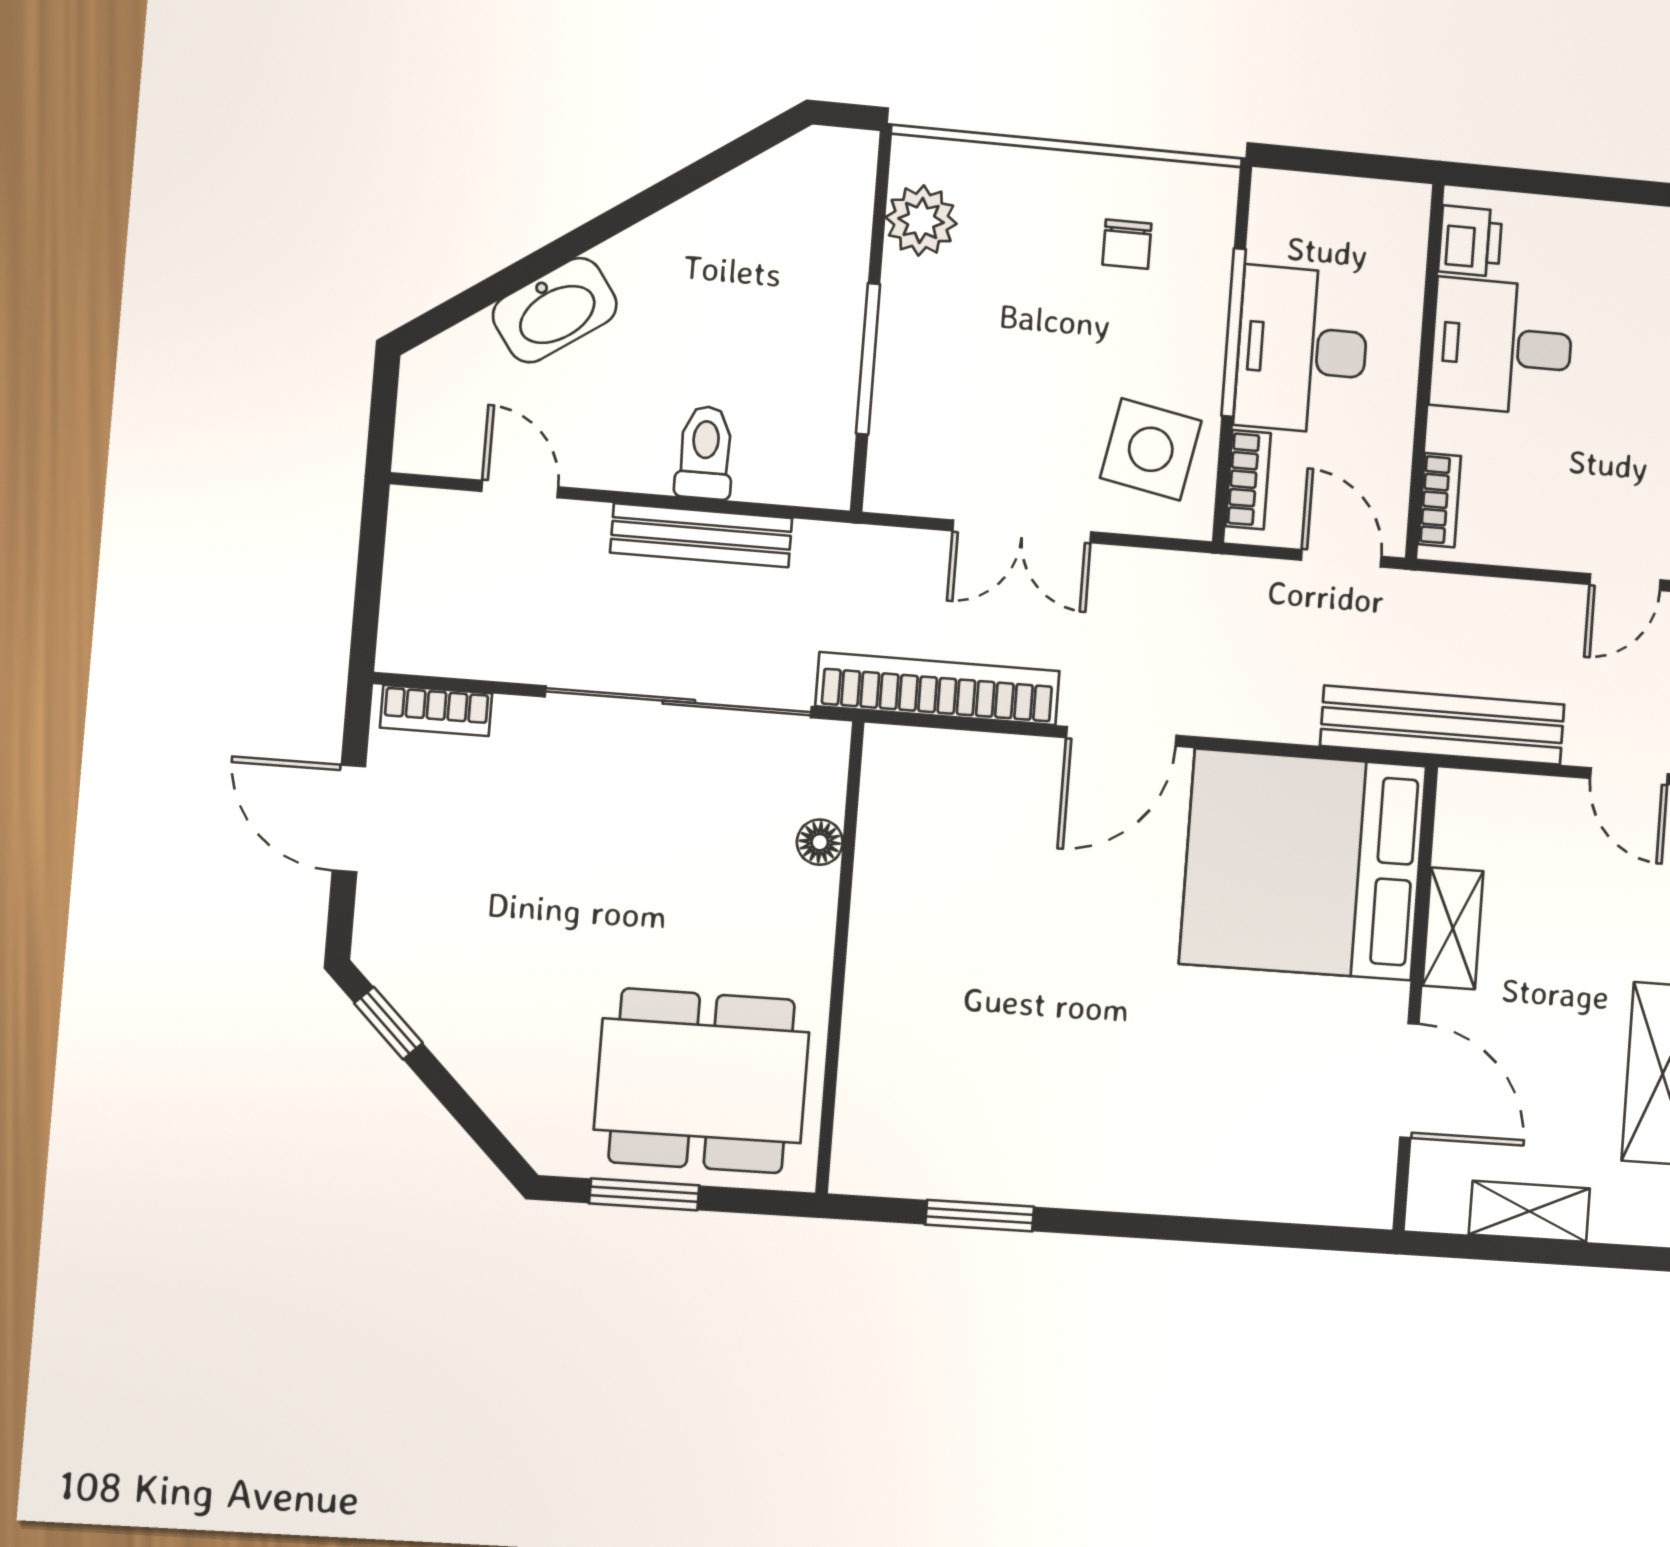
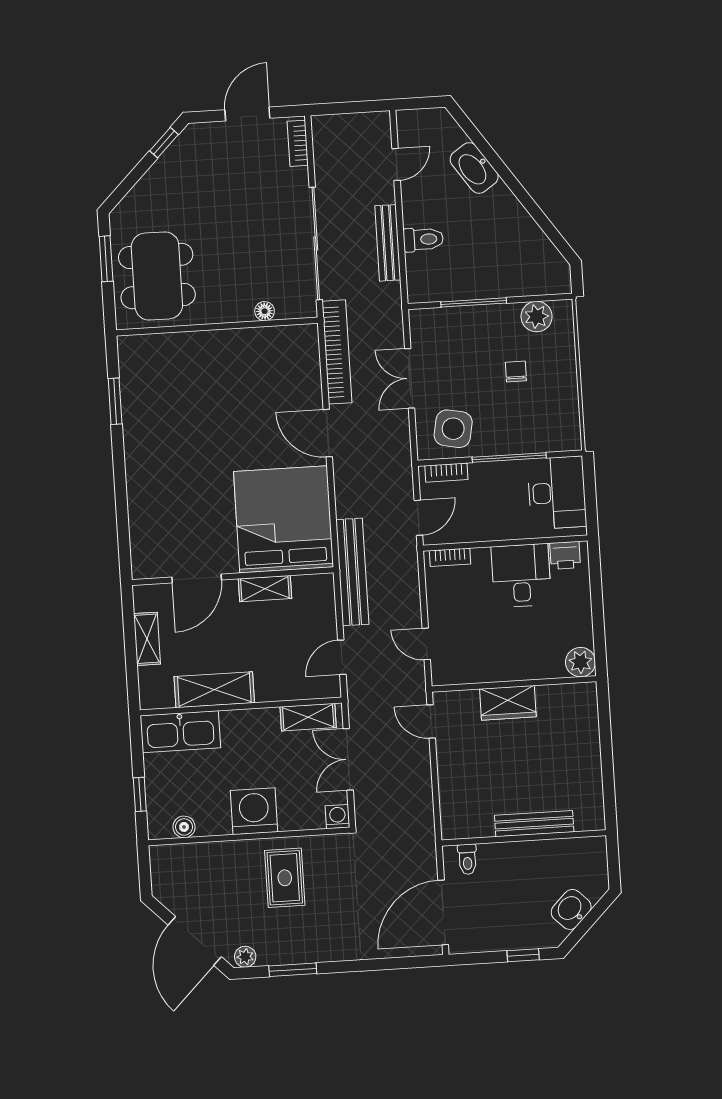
chair: (1127, 244) -> (516, 371), moved, turned 90
desk: (1302, 350) -> (557, 493), moved, turned 90

